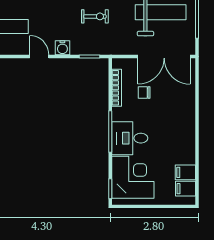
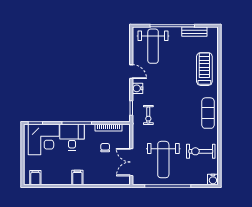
exercise bike: (95, 16) -> (148, 115), moved
door: (39, 56) -> (131, 72), hinge flipped
double door: (164, 56) -> (131, 162), width x0.73
filing cabinet: (185, 172) -> (77, 178), moved

